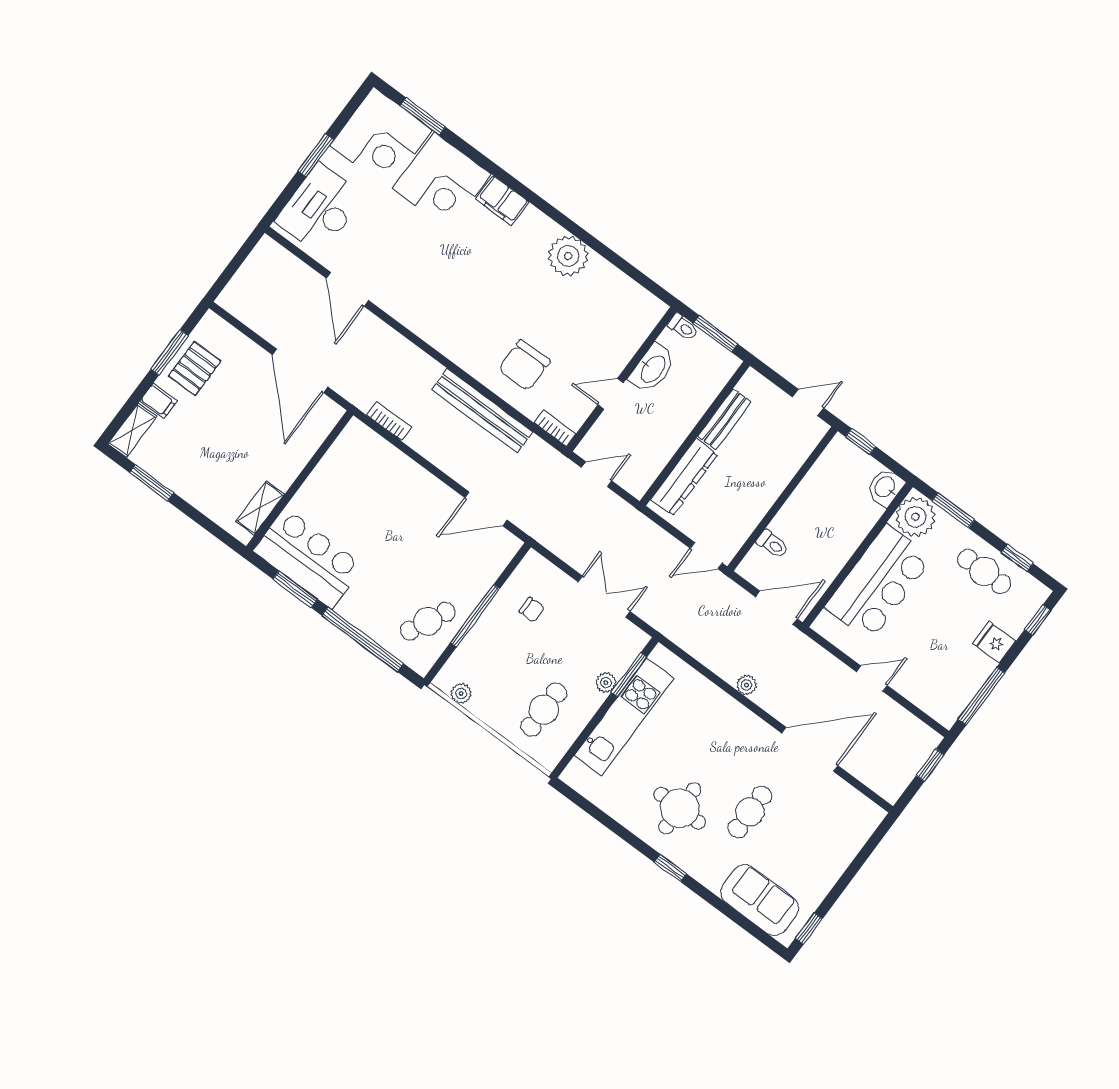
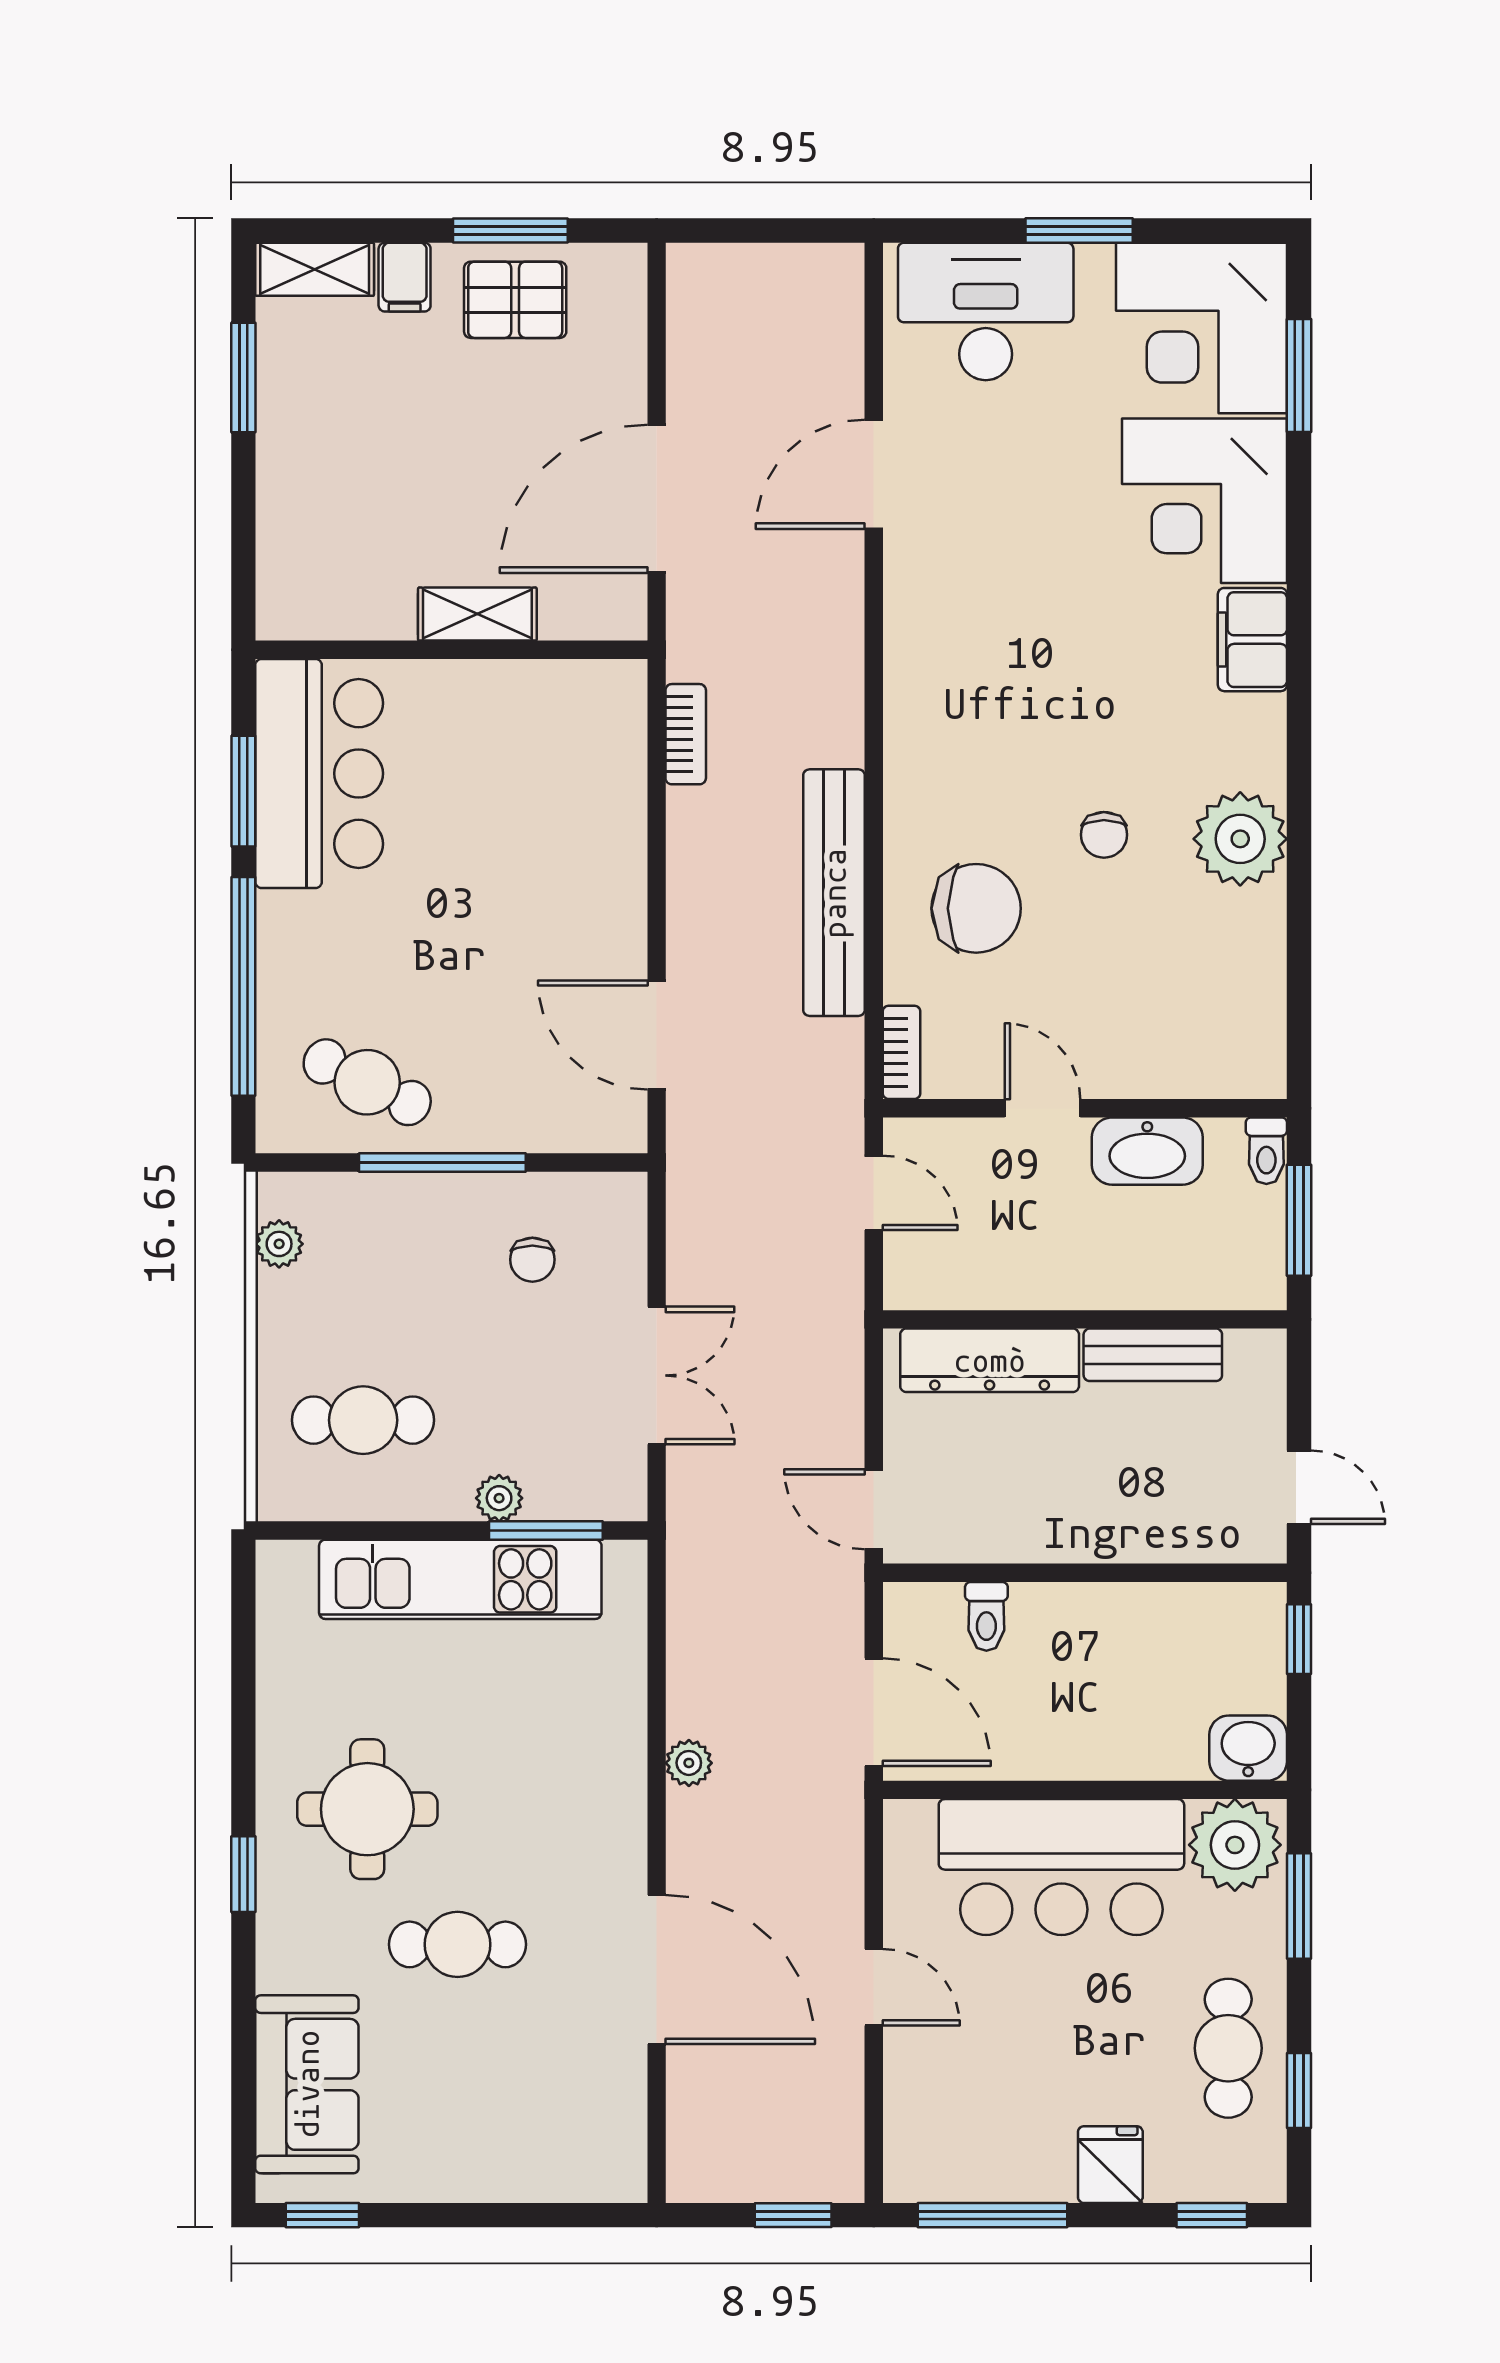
chair: (532, 302) -> (1104, 835), added
chair: (524, 365) -> (976, 908), turned 180
shelving: (260, 508) -> (477, 614), moved

